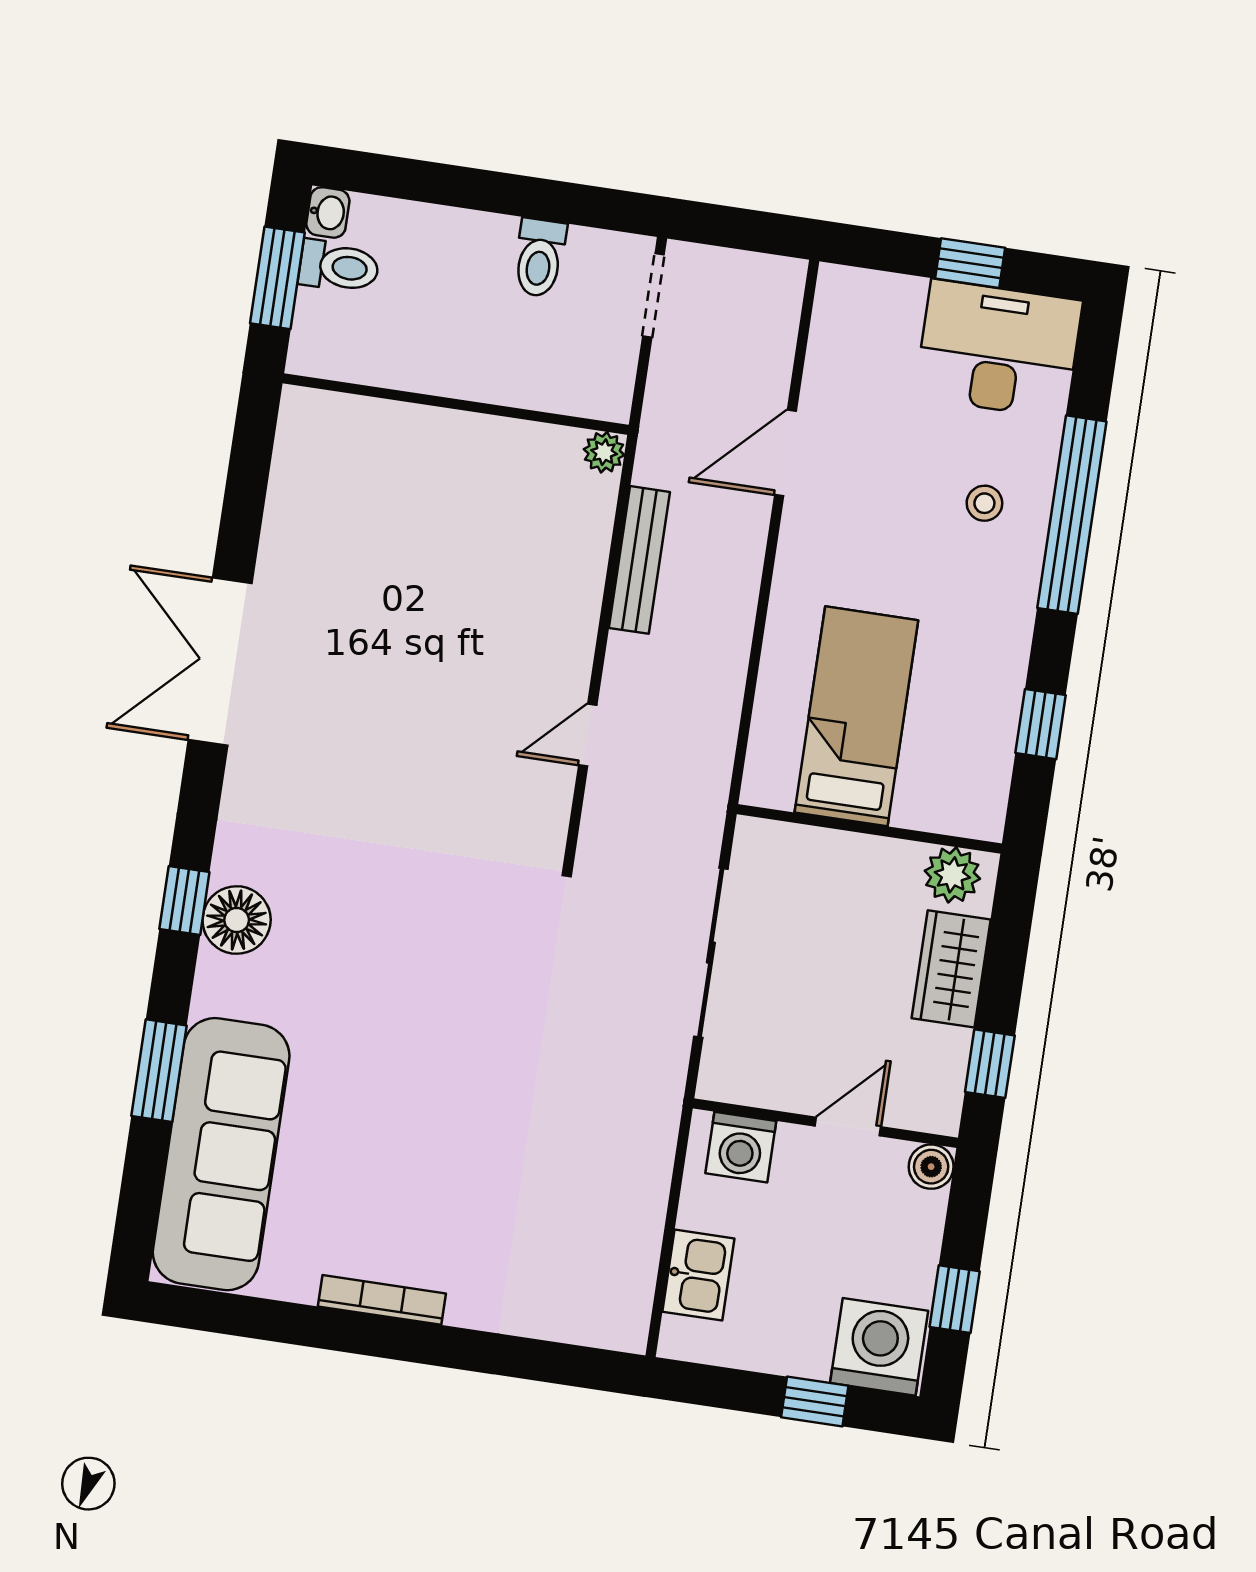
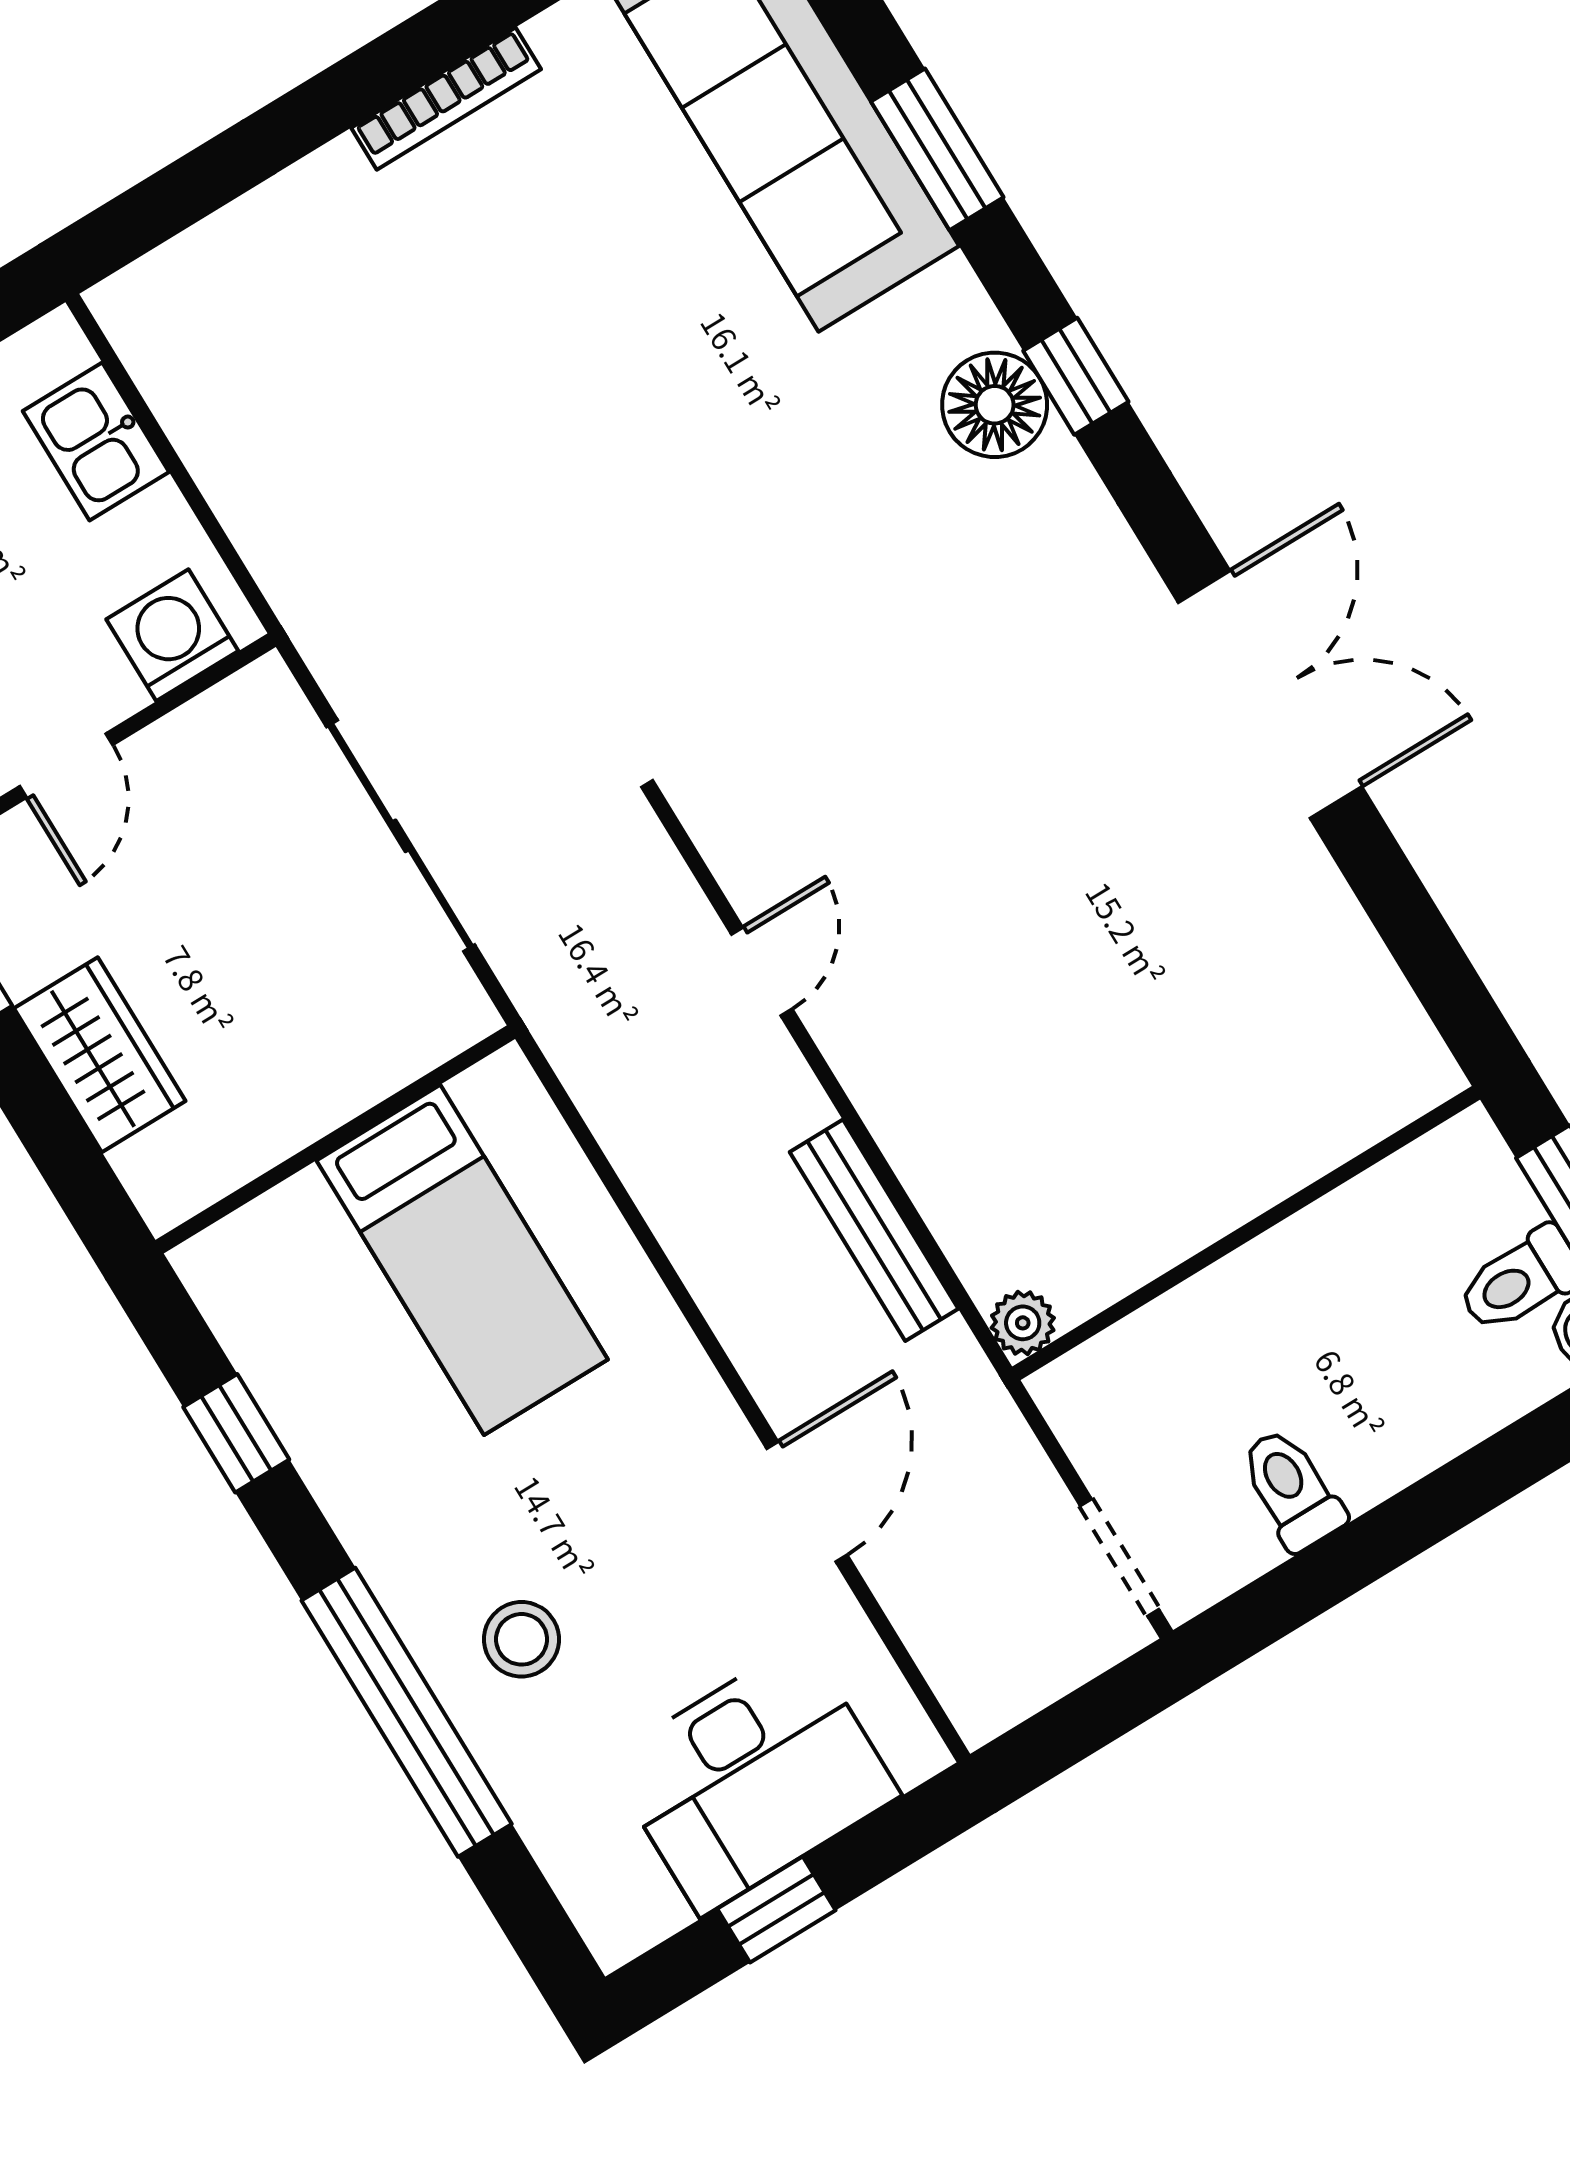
desk: (998, 349) -> (753, 1778), moved
stool: (984, 503) -> (522, 1639), width x1.37, depth x1.37
plant: (952, 875) -> (191, 1167), removed

